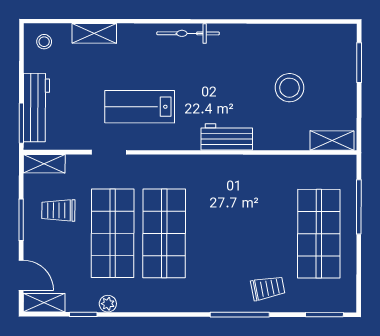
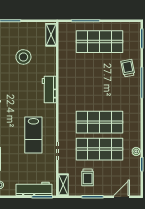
shelving: (44, 303) -> (136, 185), removed

